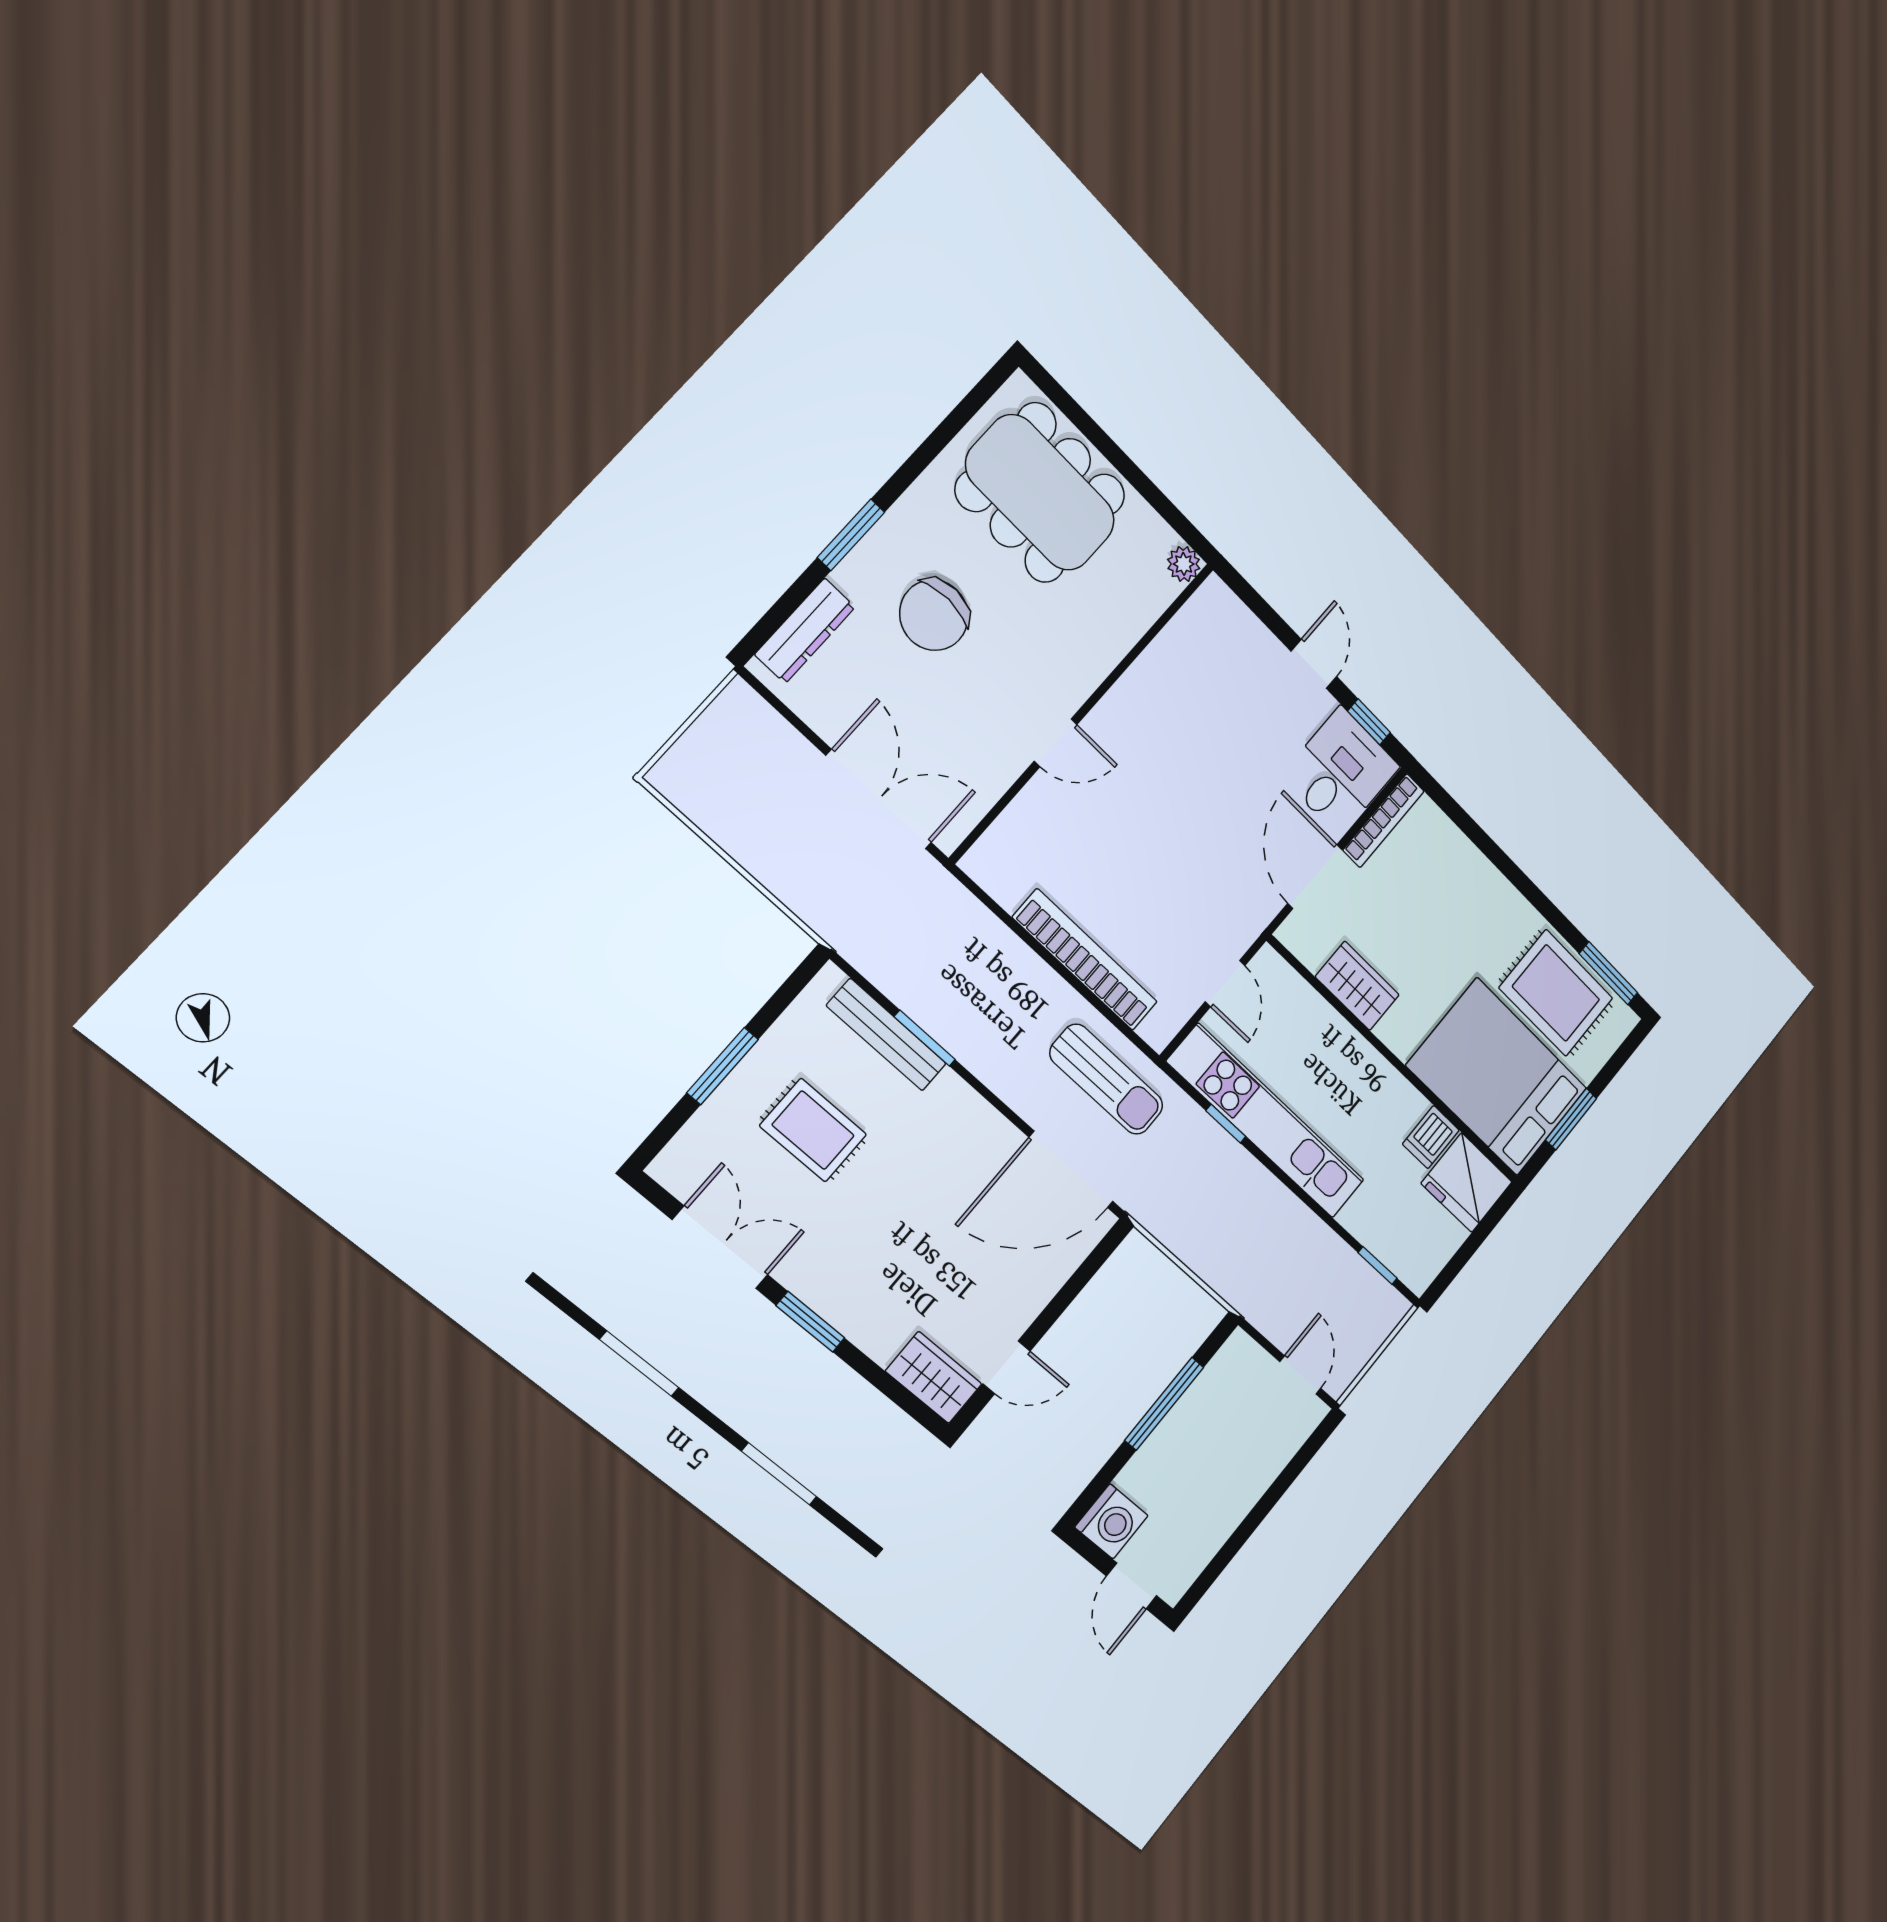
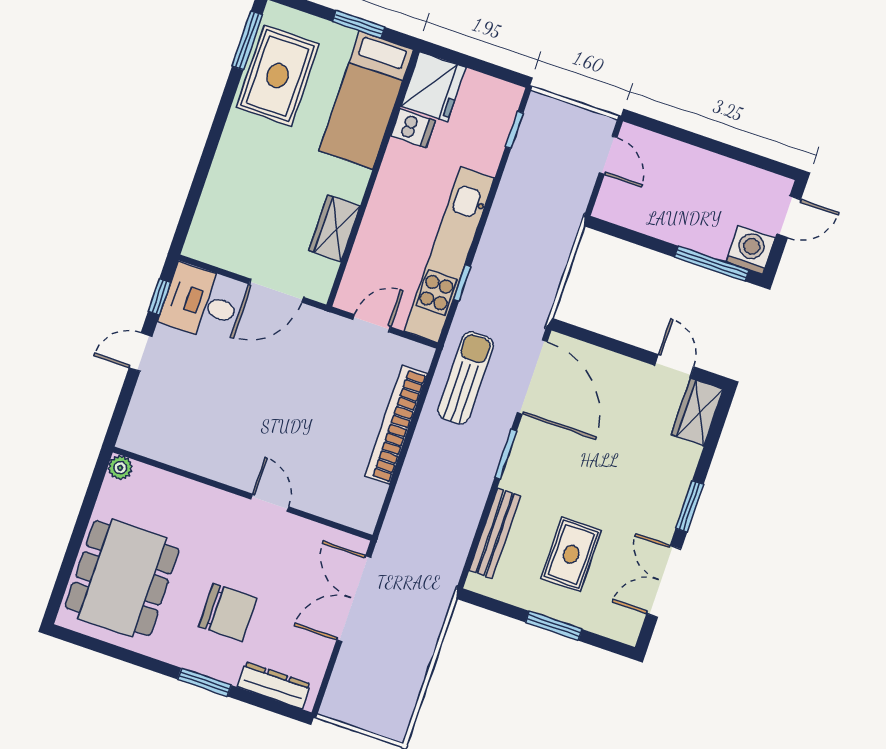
bookcase: (1384, 821) -> (219, 258), removed
window: (925, 1038) -> (506, 454), moved
bed: (1497, 1077) -> (366, 100), width x0.67
door: (1300, 1375) -> (608, 155), swing flipped
window: (1164, 1404) -> (712, 264), moved

